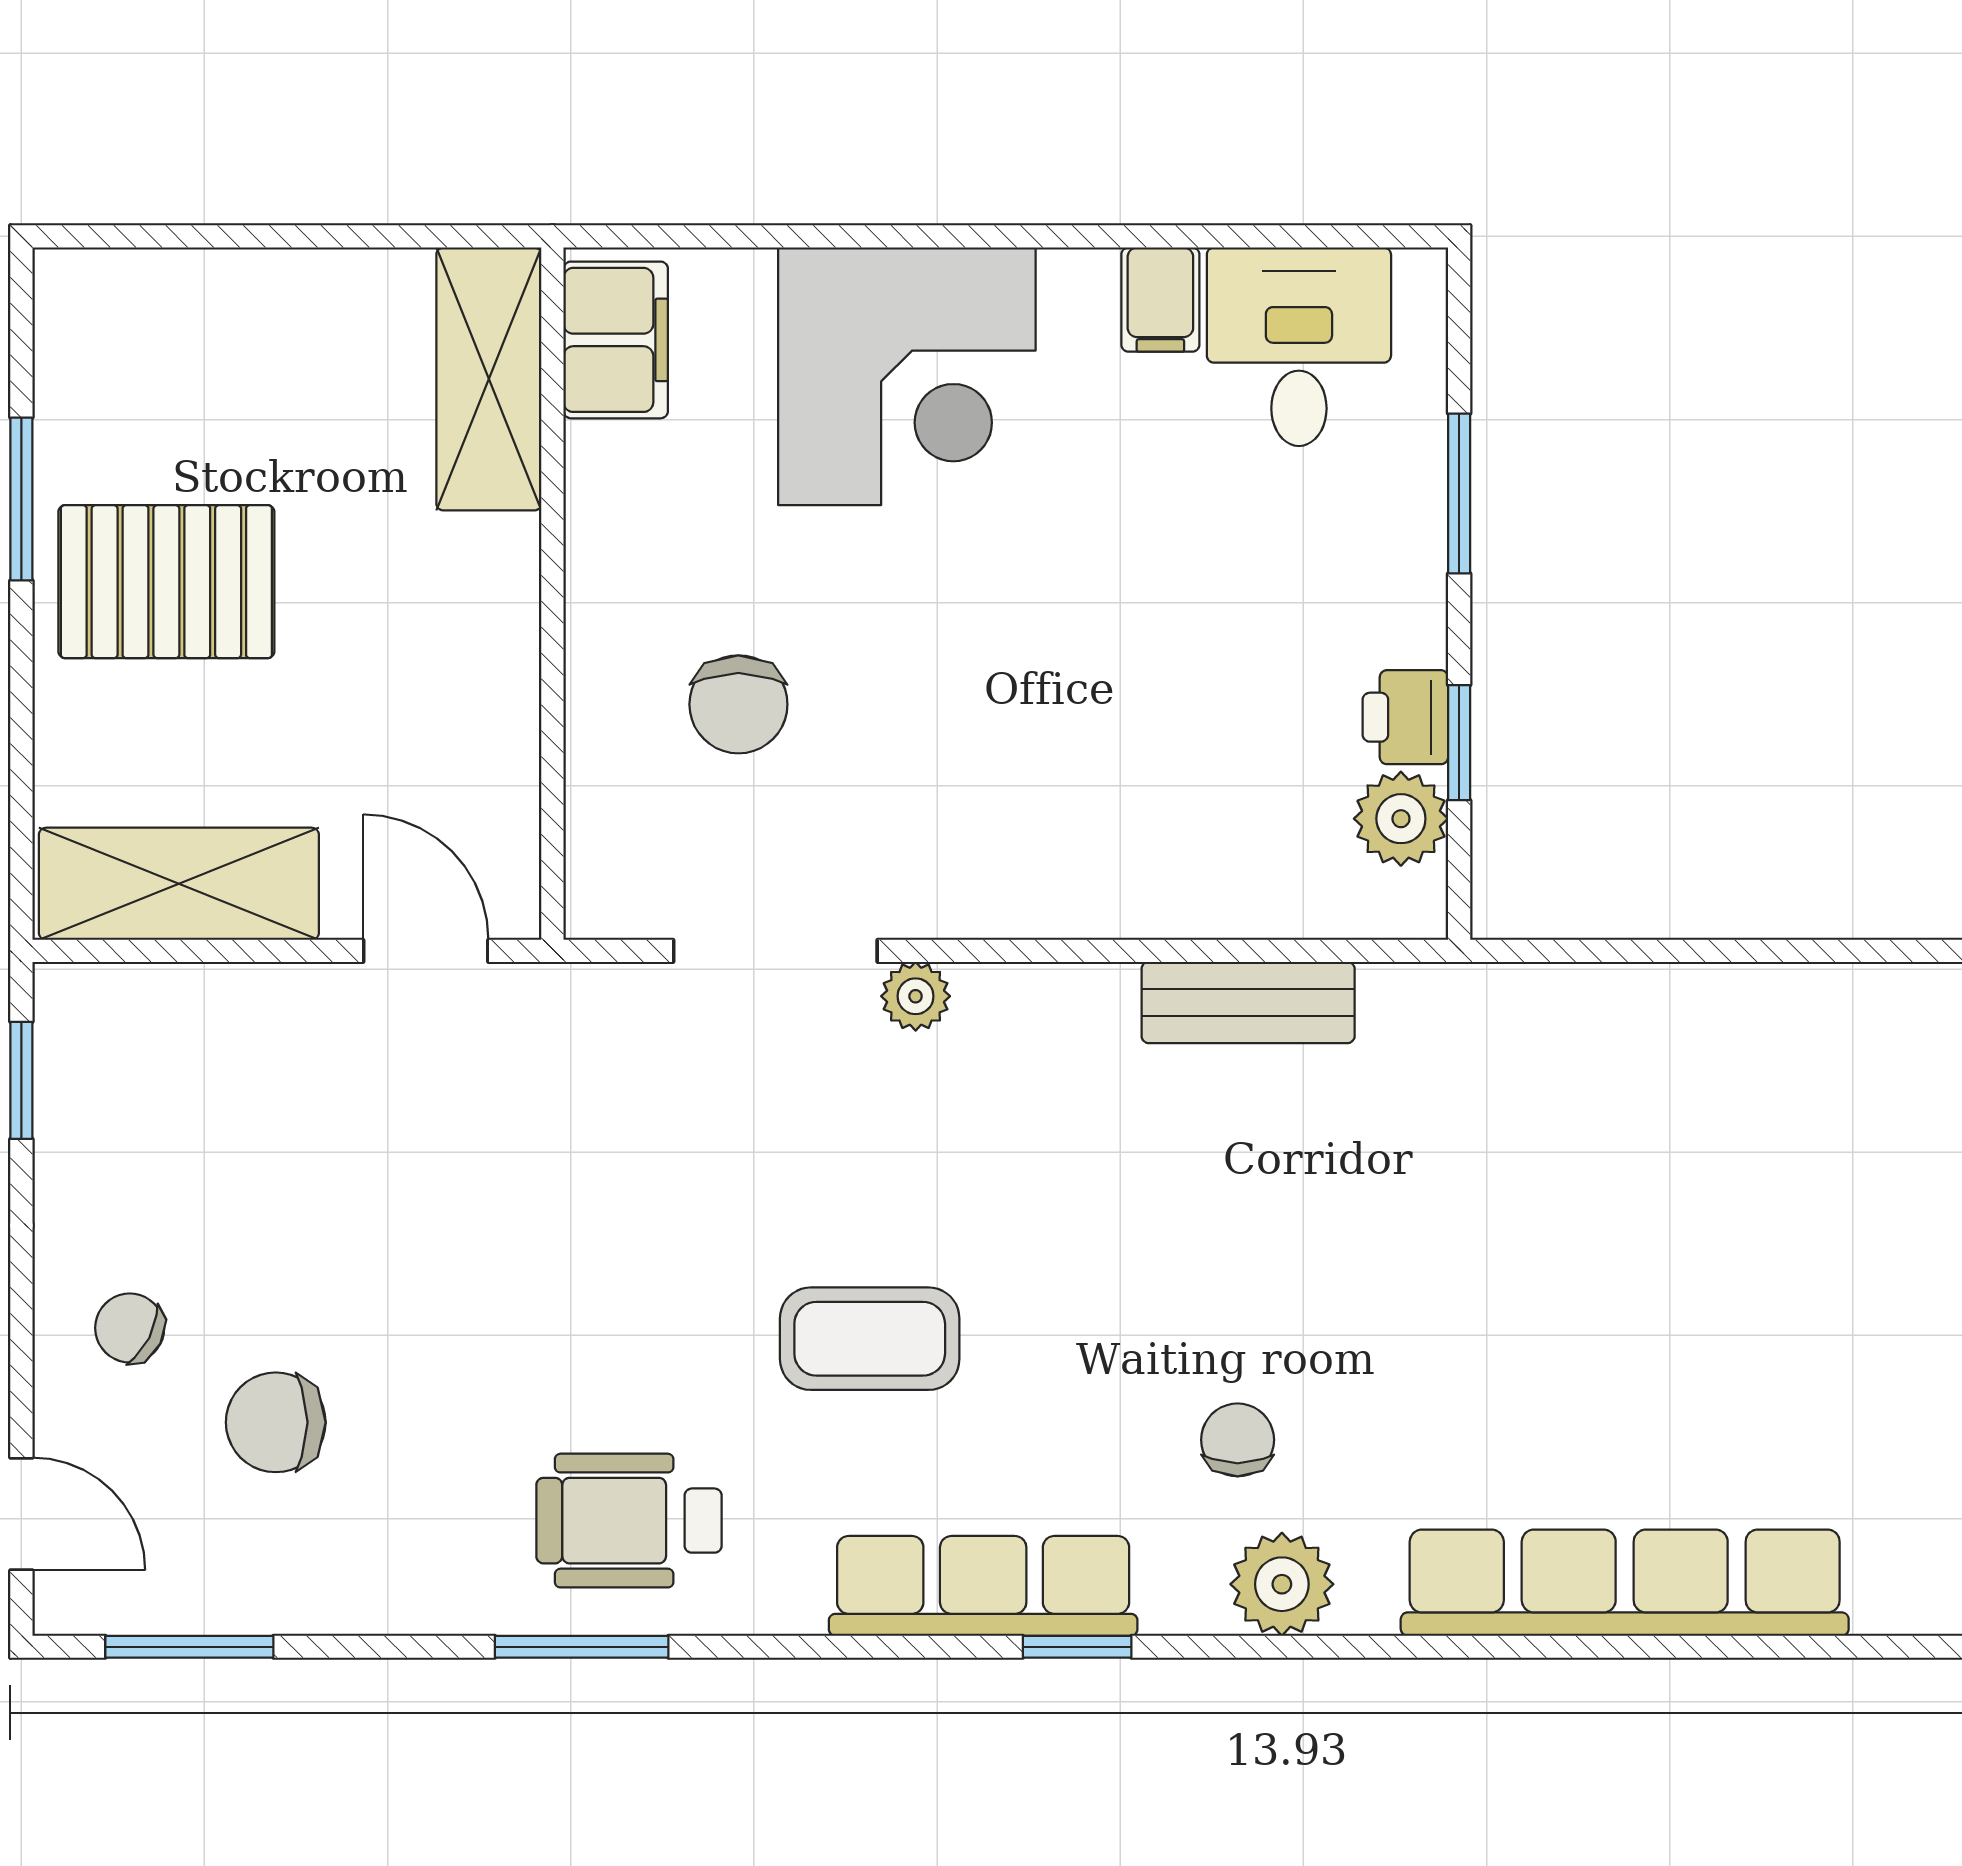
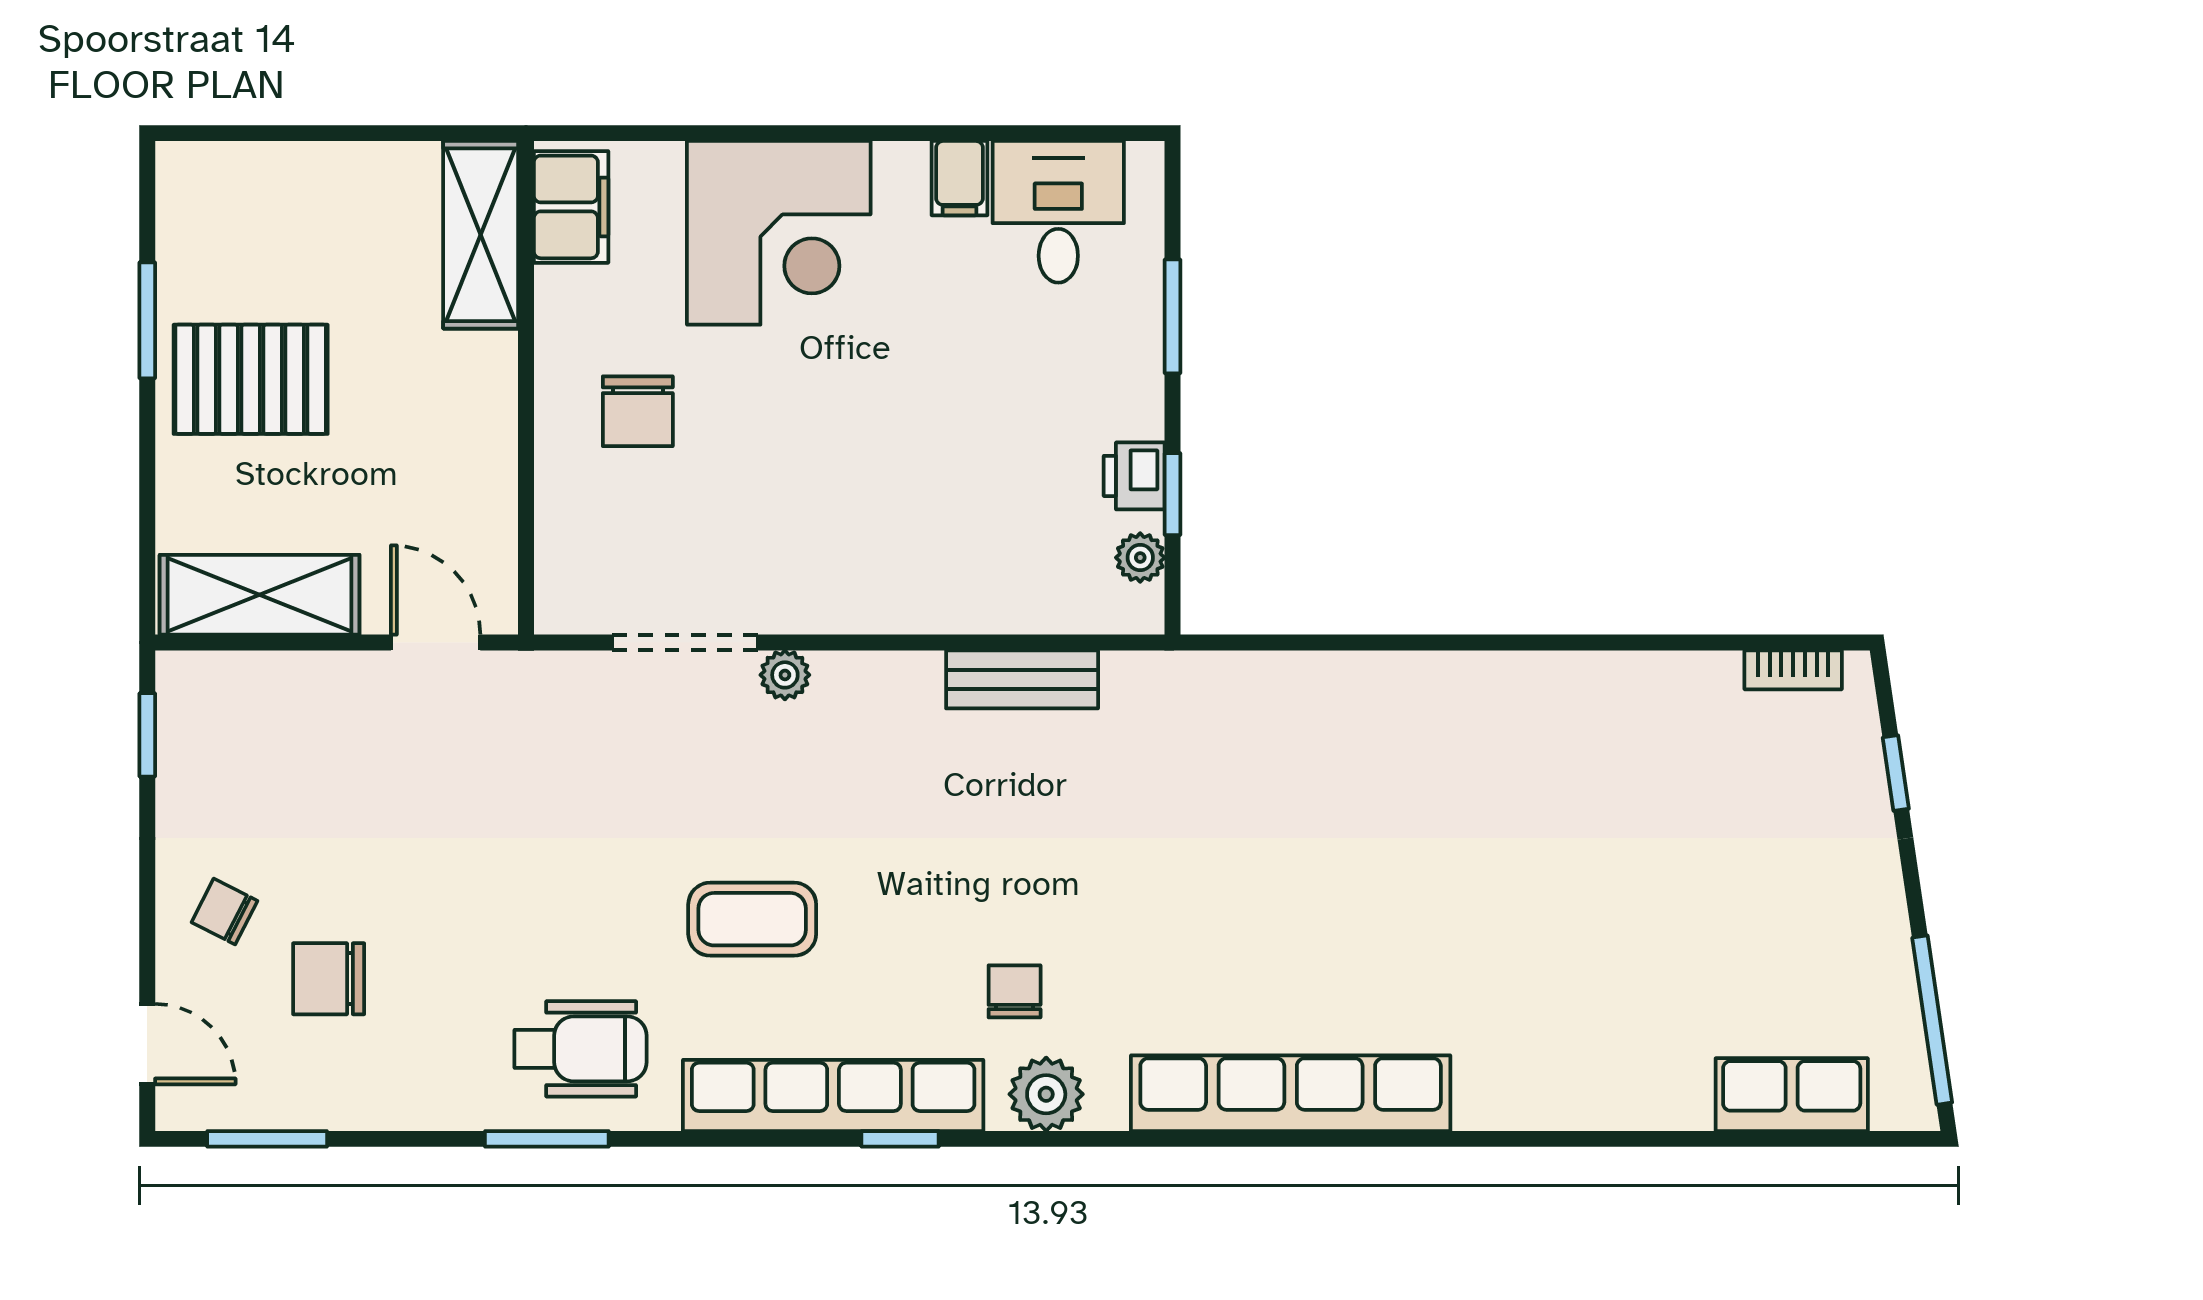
chair: (738, 704) -> (638, 411), moved
plant: (1401, 819) -> (1140, 558), width x0.73, depth x0.73
wheelchair: (629, 1521) -> (581, 1049), turned 180
row of seats: (983, 1586) -> (833, 1095), width x1.36

